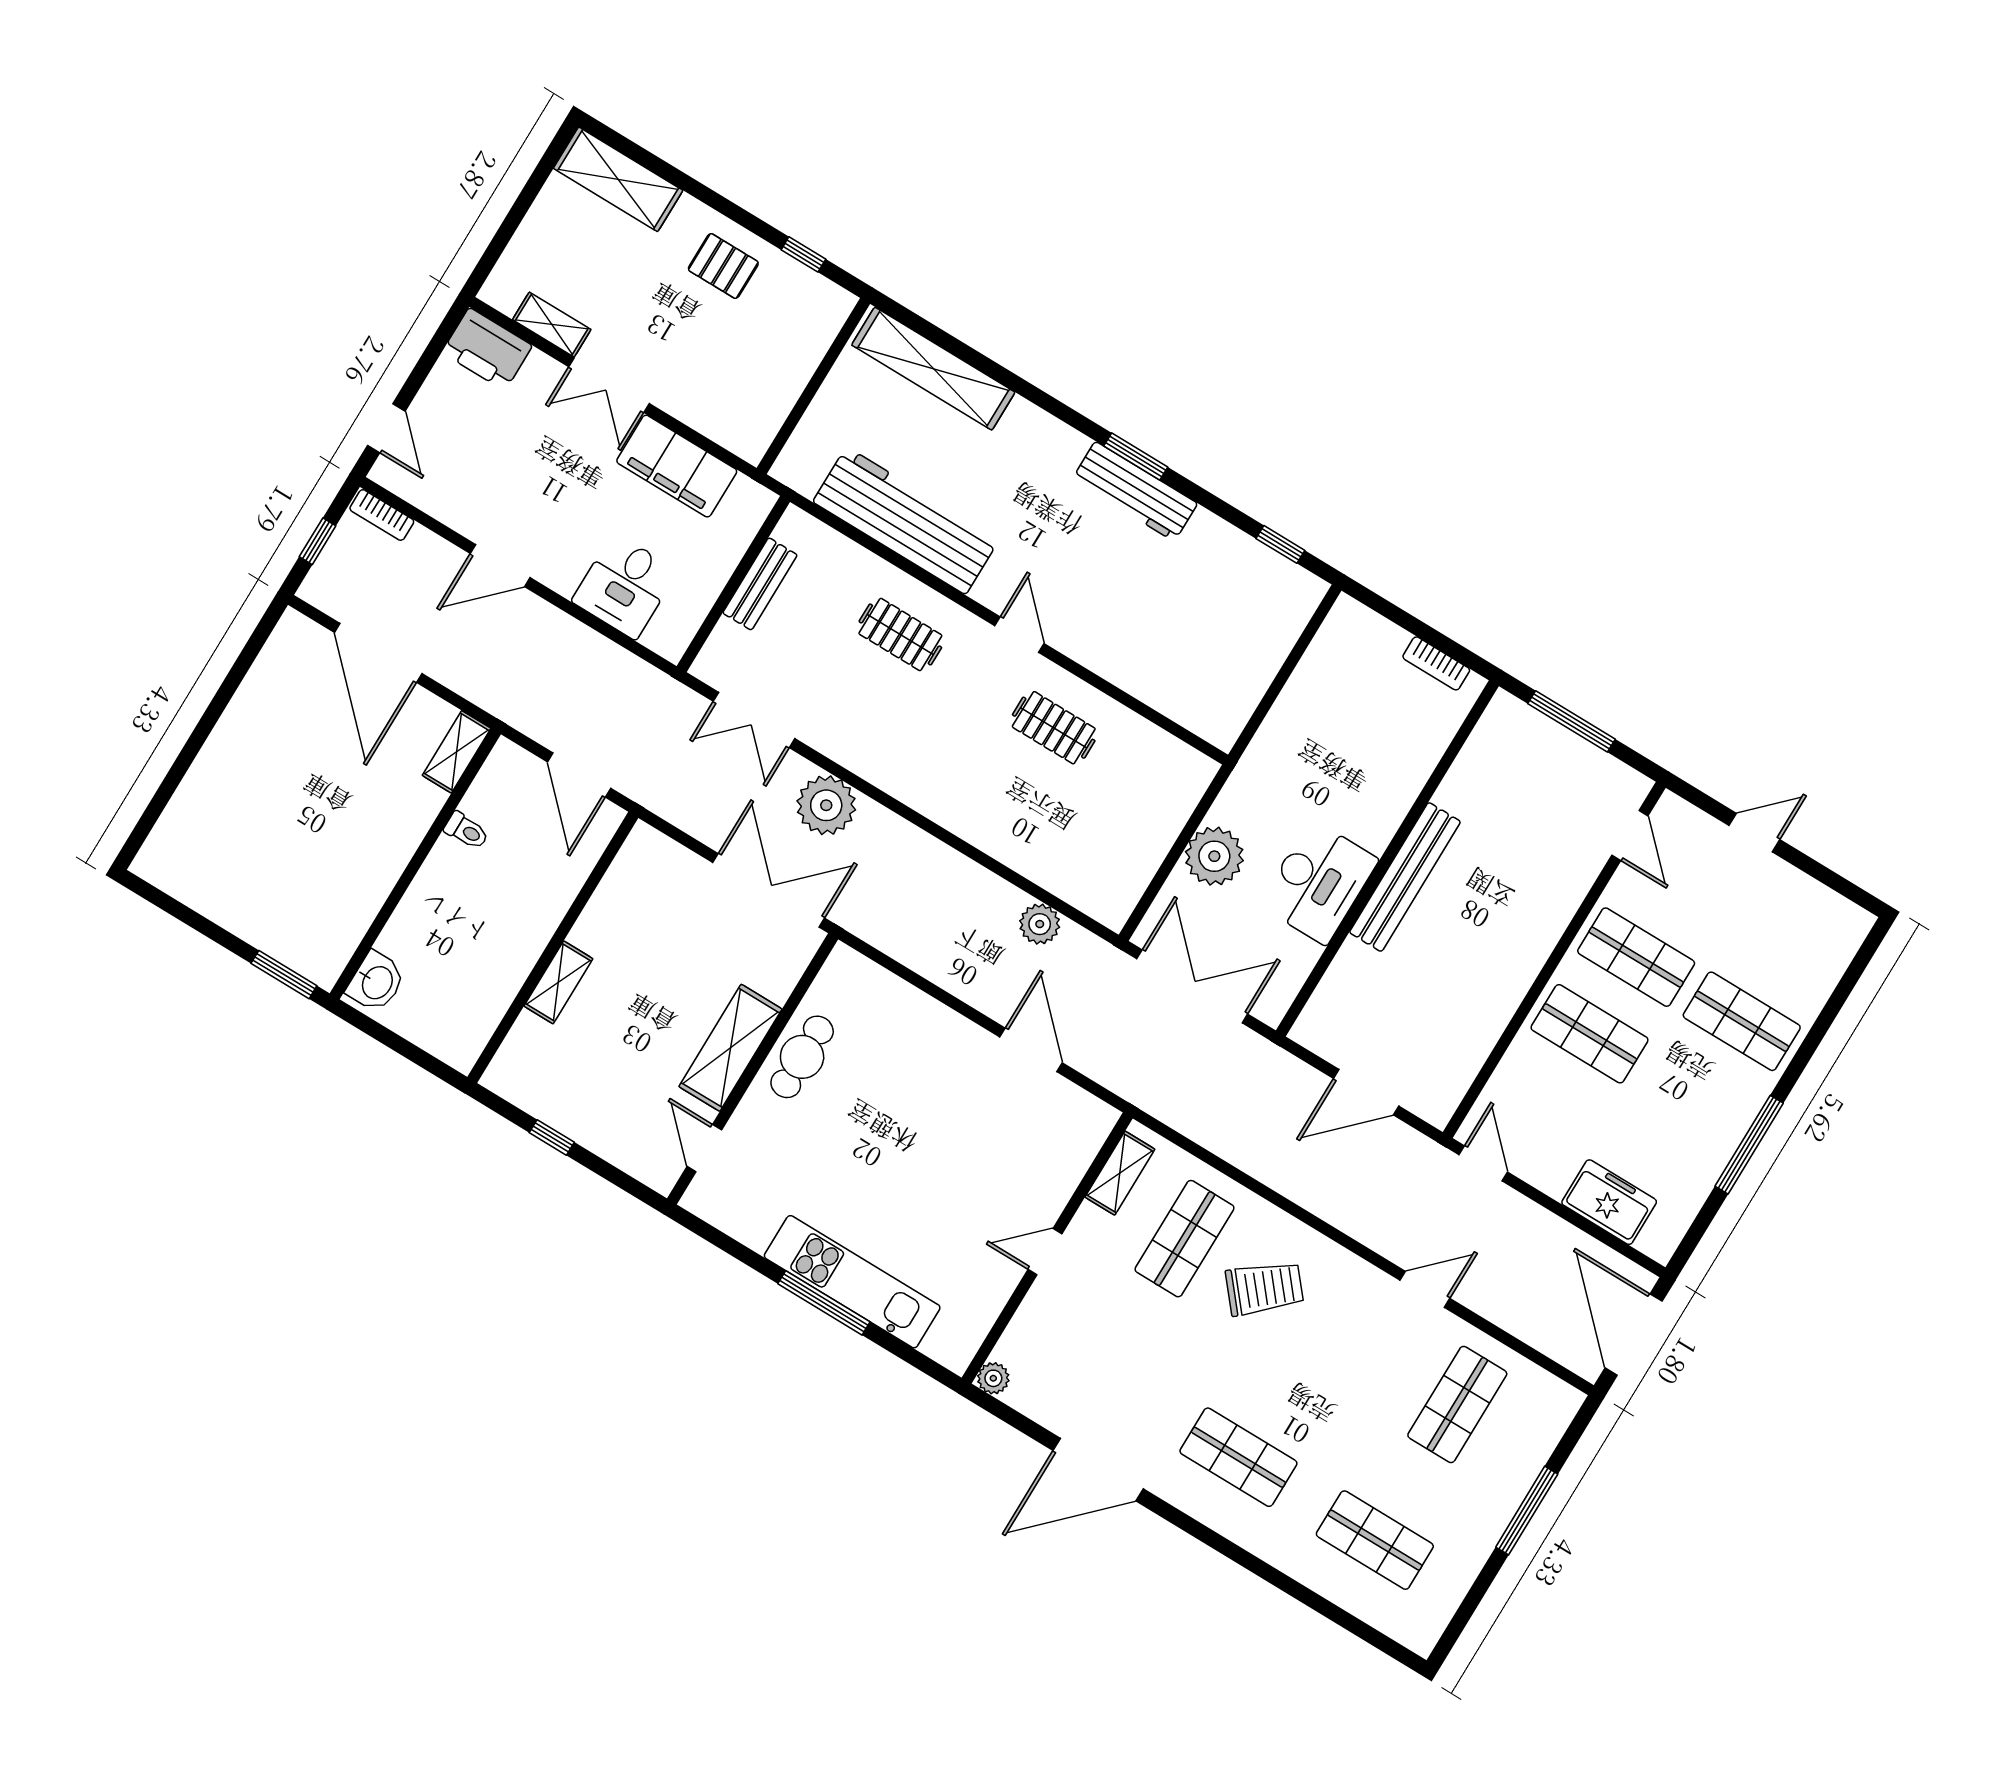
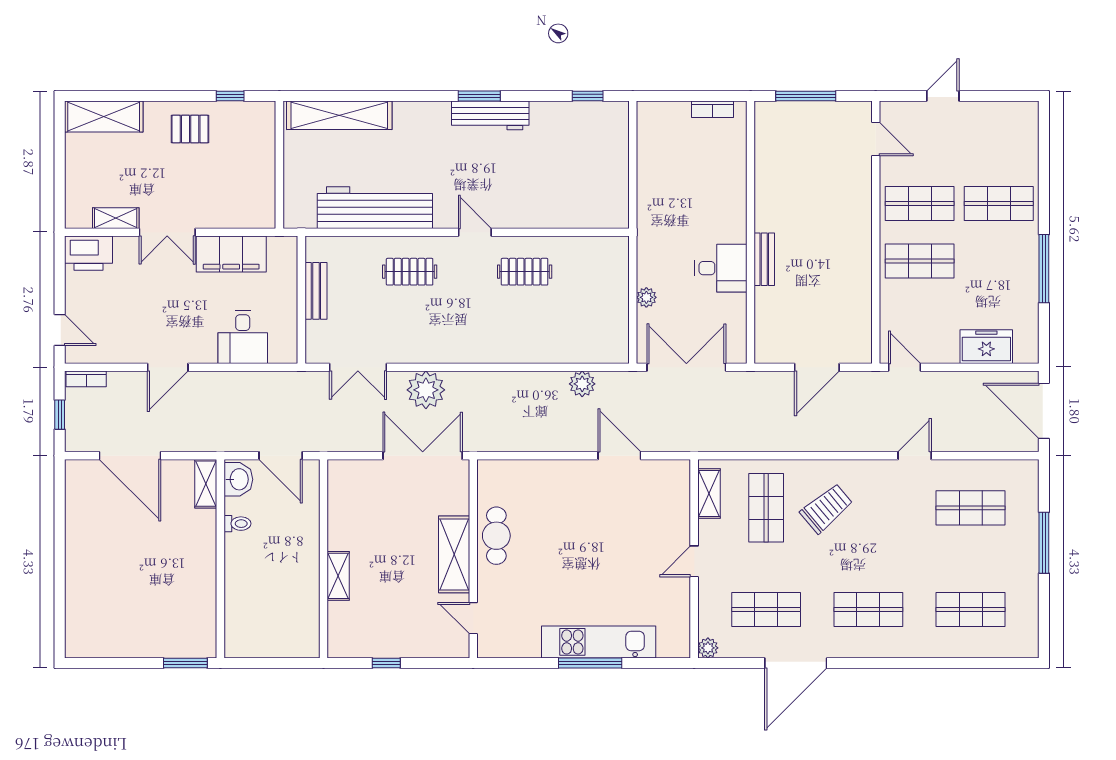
plant: (1214, 856) -> (646, 297), width x0.53, depth x0.53
bench: (1405, 877) -> (764, 259), width x0.54, depth x0.82
desk: (1319, 882) -> (721, 268), width x0.73
washbasin: (376, 982) -> (238, 479), moved
shop shelf: (1102, 1374) -> (766, 609), added
shop shelf: (1457, 1404) -> (971, 508), turned 90

